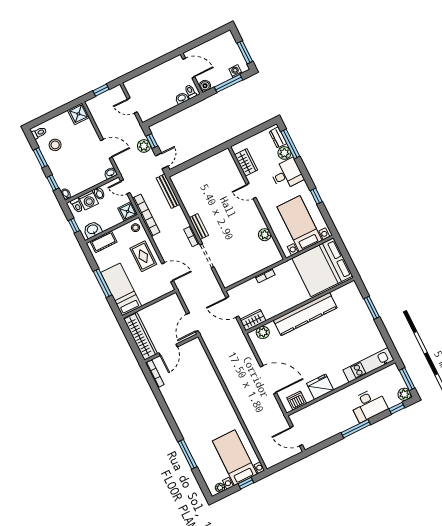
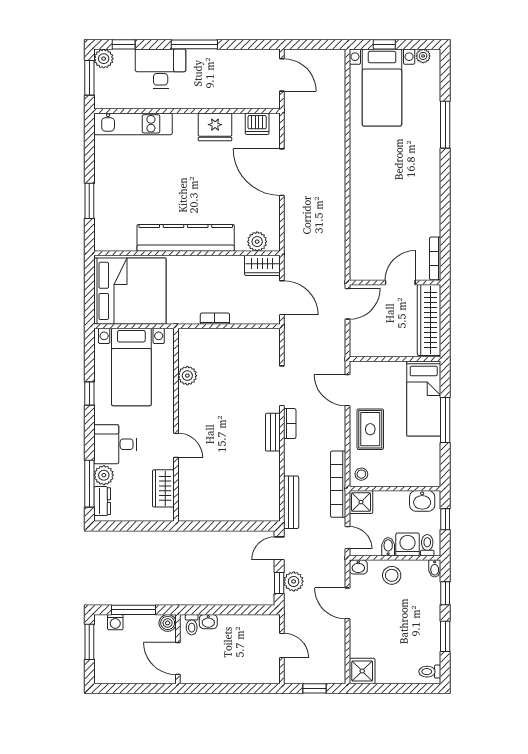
stool: (55, 145) -> (392, 575), moved
cot: (103, 242) -> (415, 477), removed

